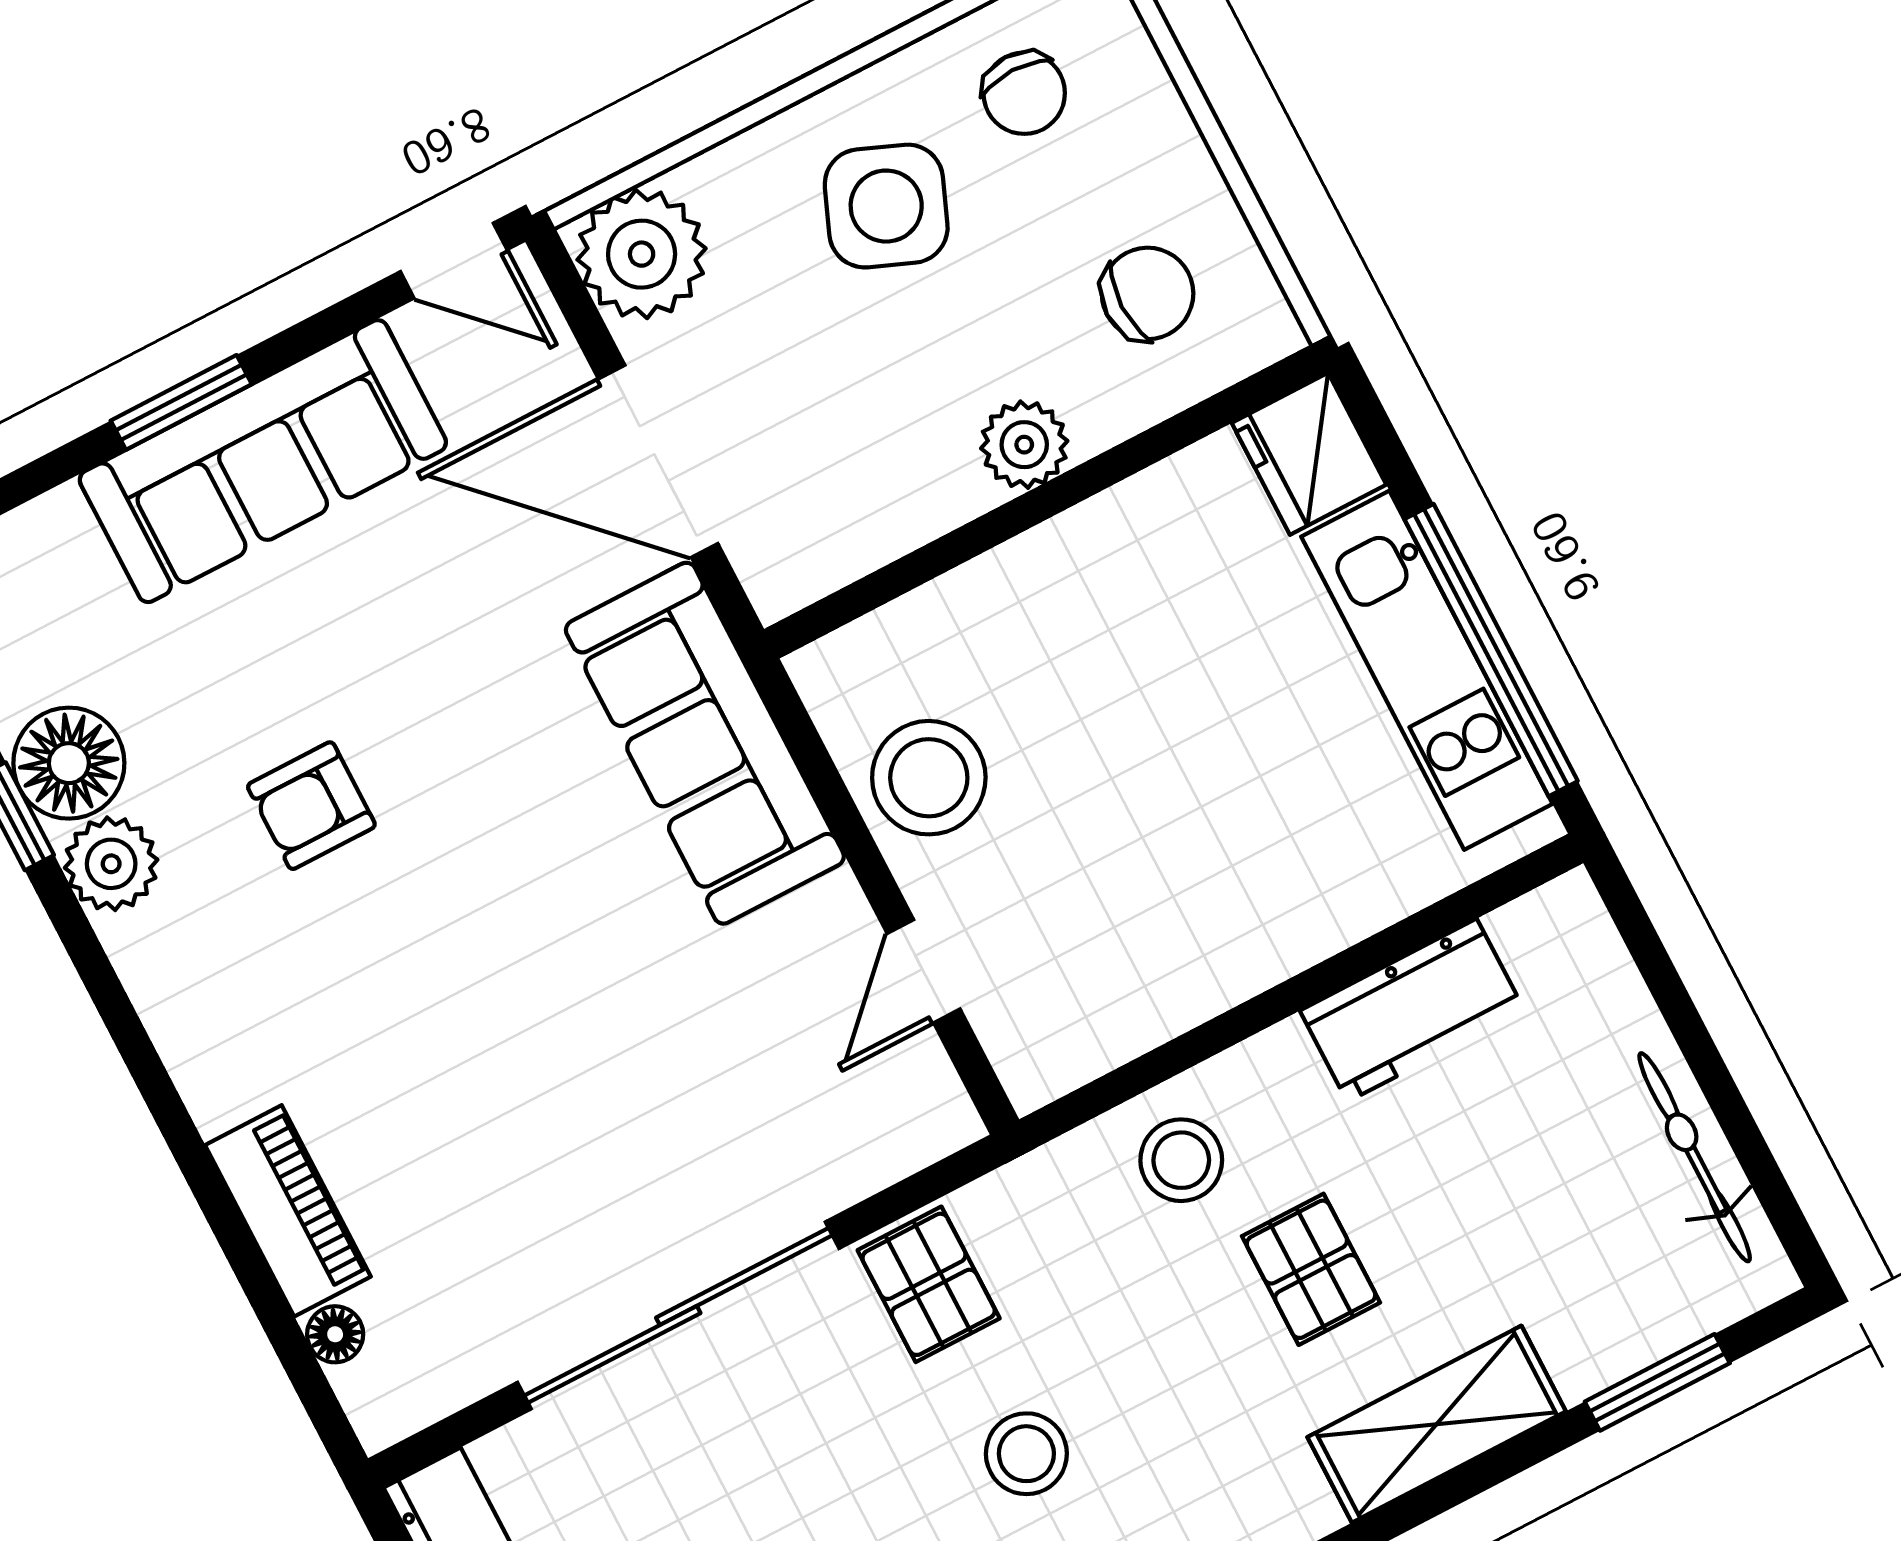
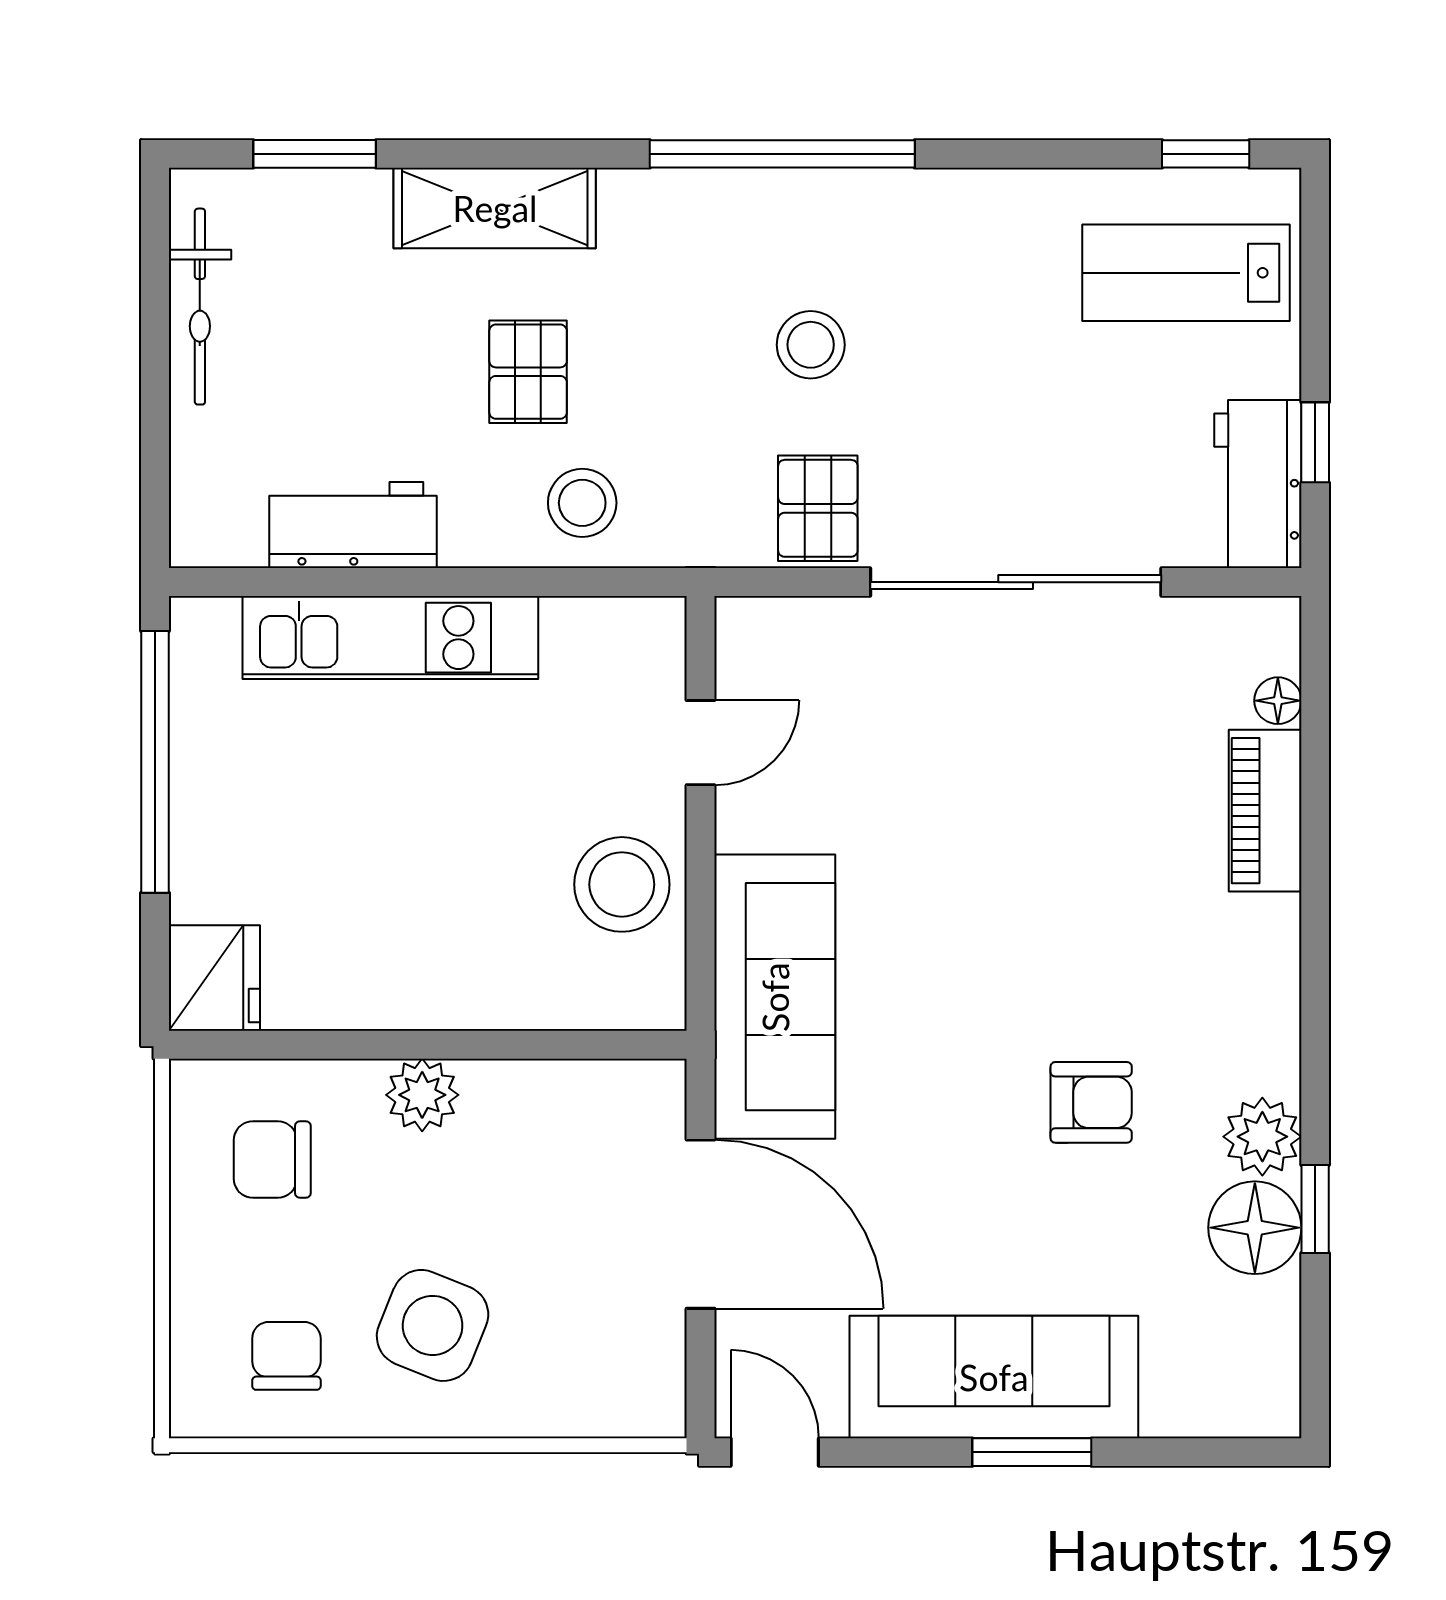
plant: (642, 254) -> (633, 1384), removed
kitchen unit: (1427, 670) -> (390, 638), moved, turned 90

